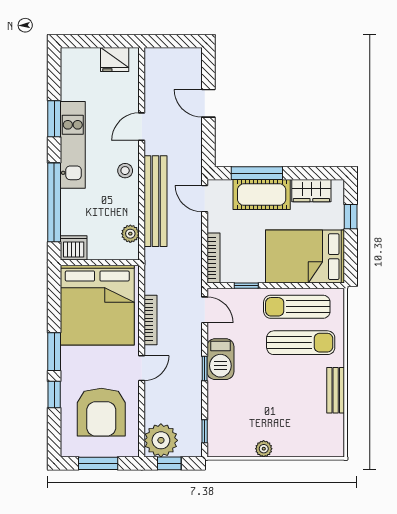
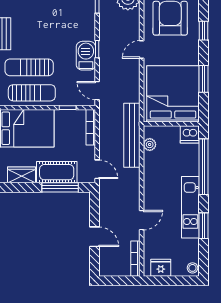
stool: (125, 171) -> (192, 268), moved
bench: (156, 201) -> (132, 135), moved
bookcase: (151, 320) -> (135, 259), moved
window: (54, 352) -> (203, 79), moved

